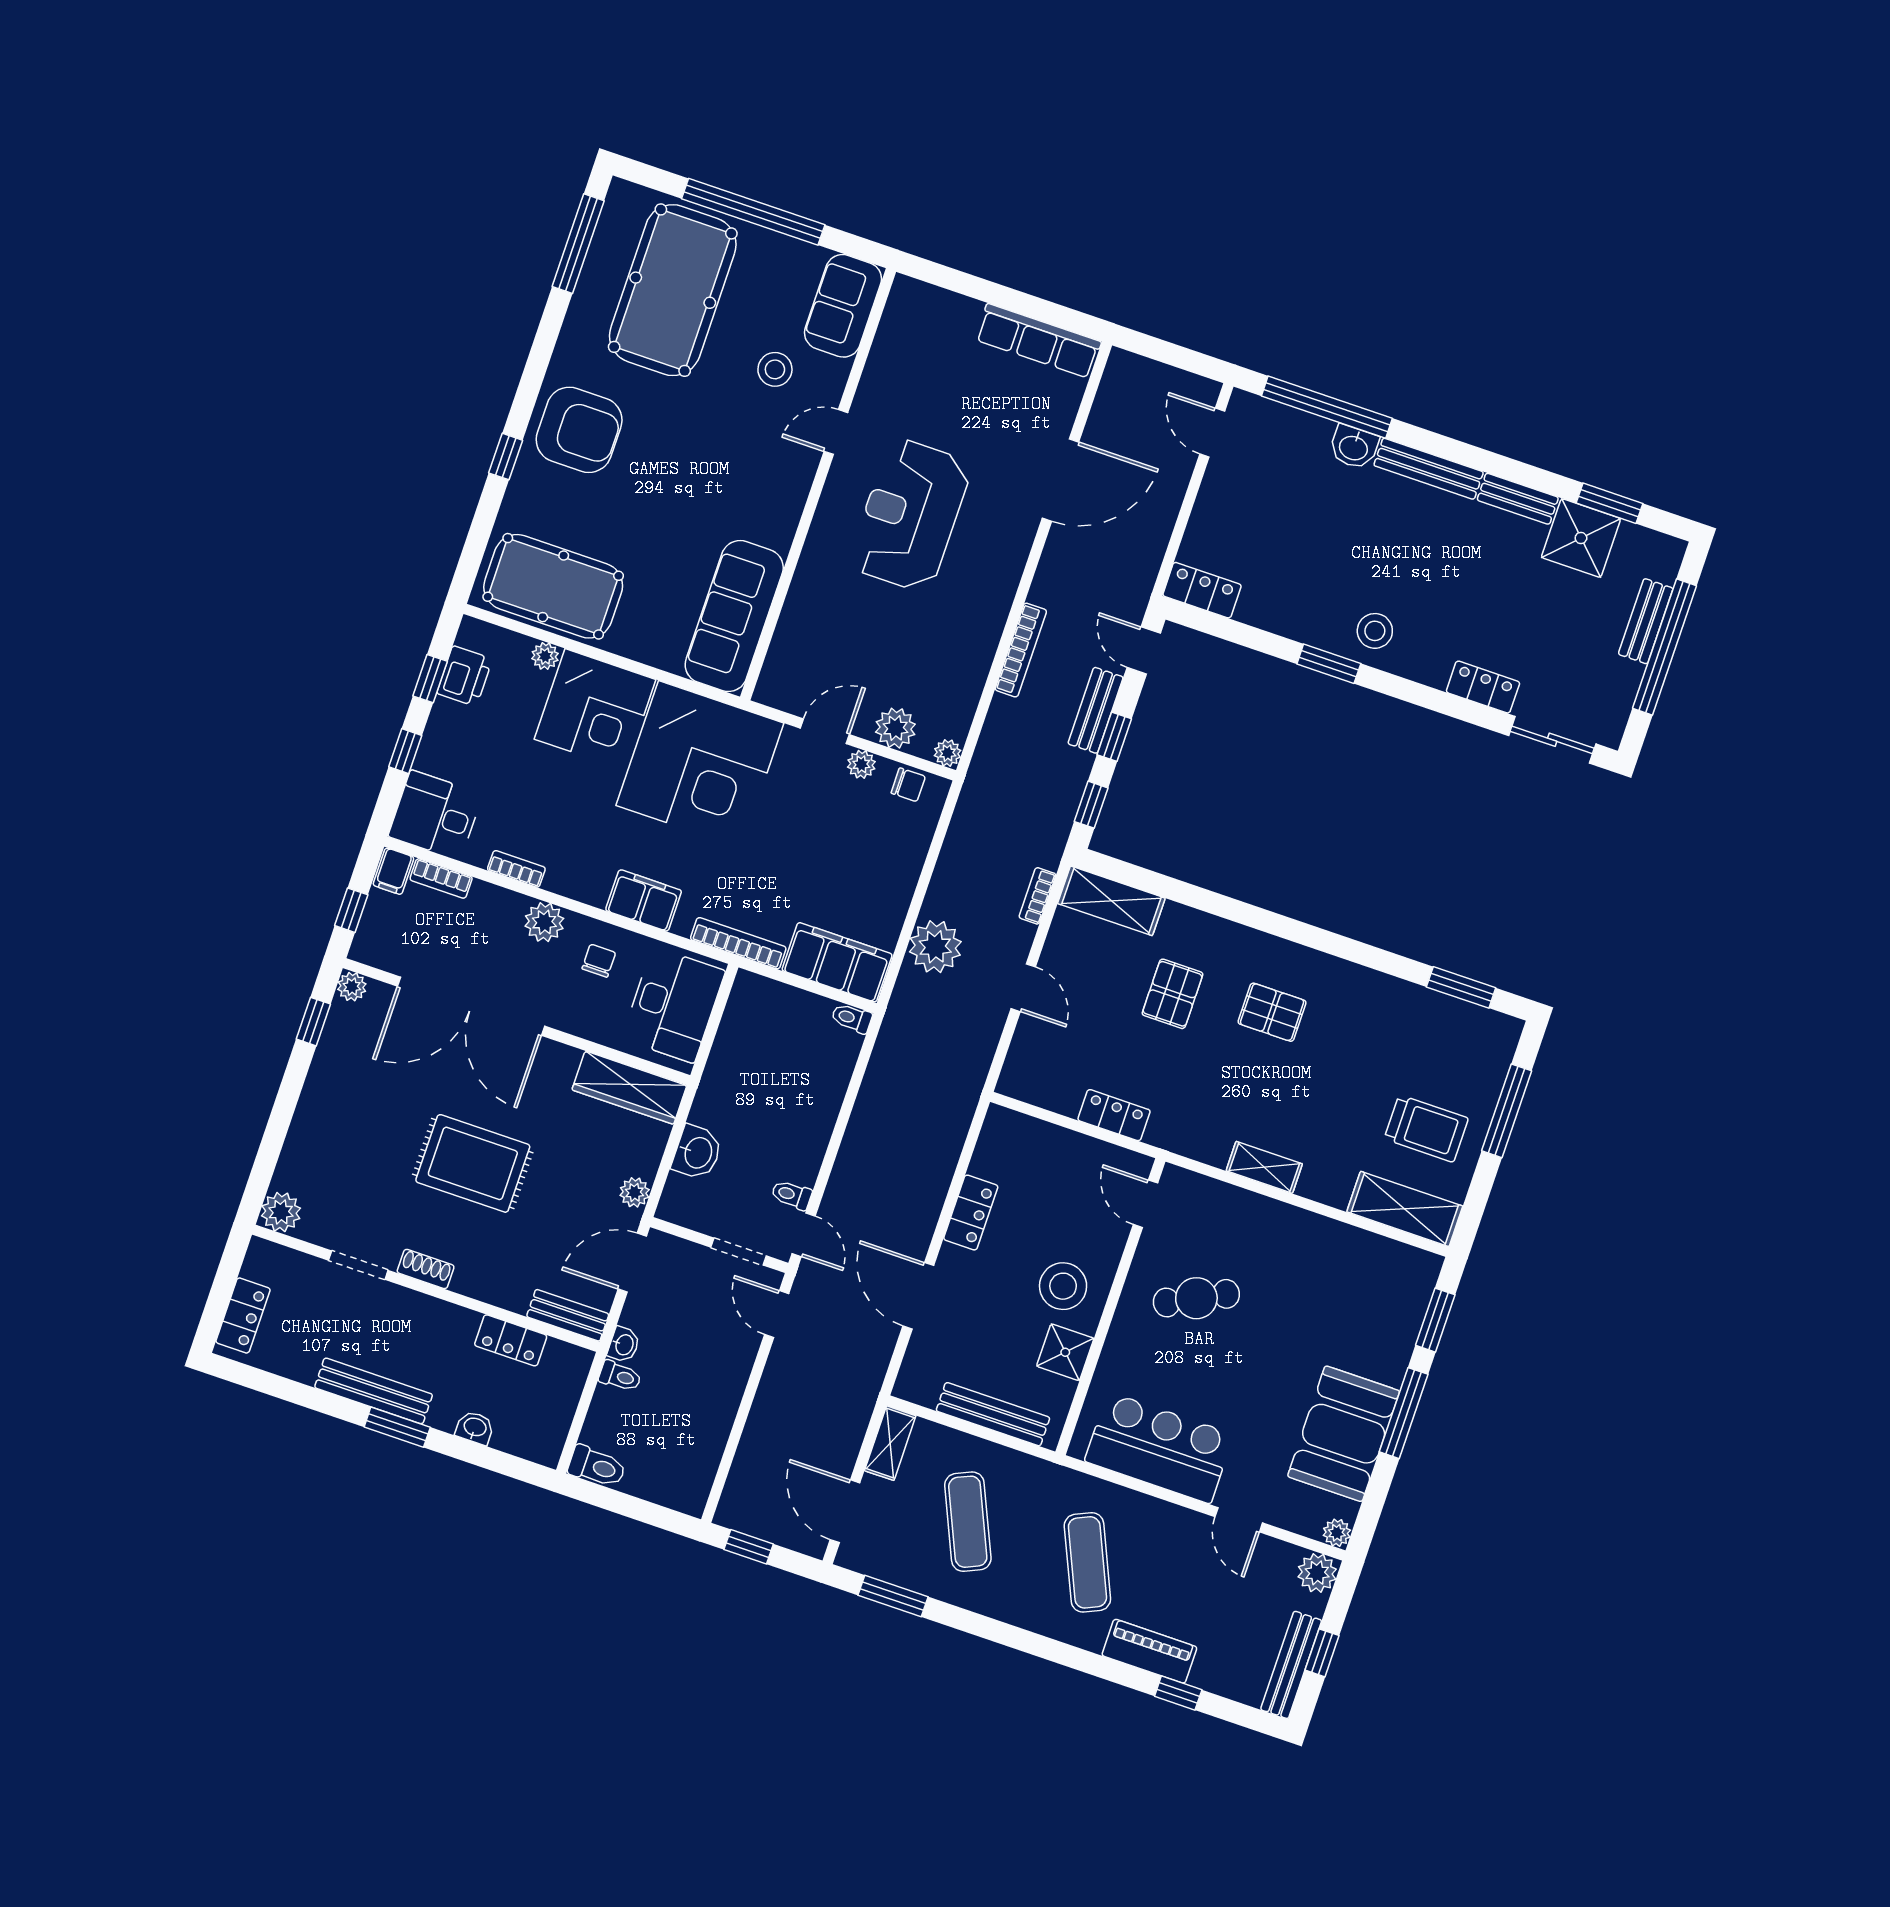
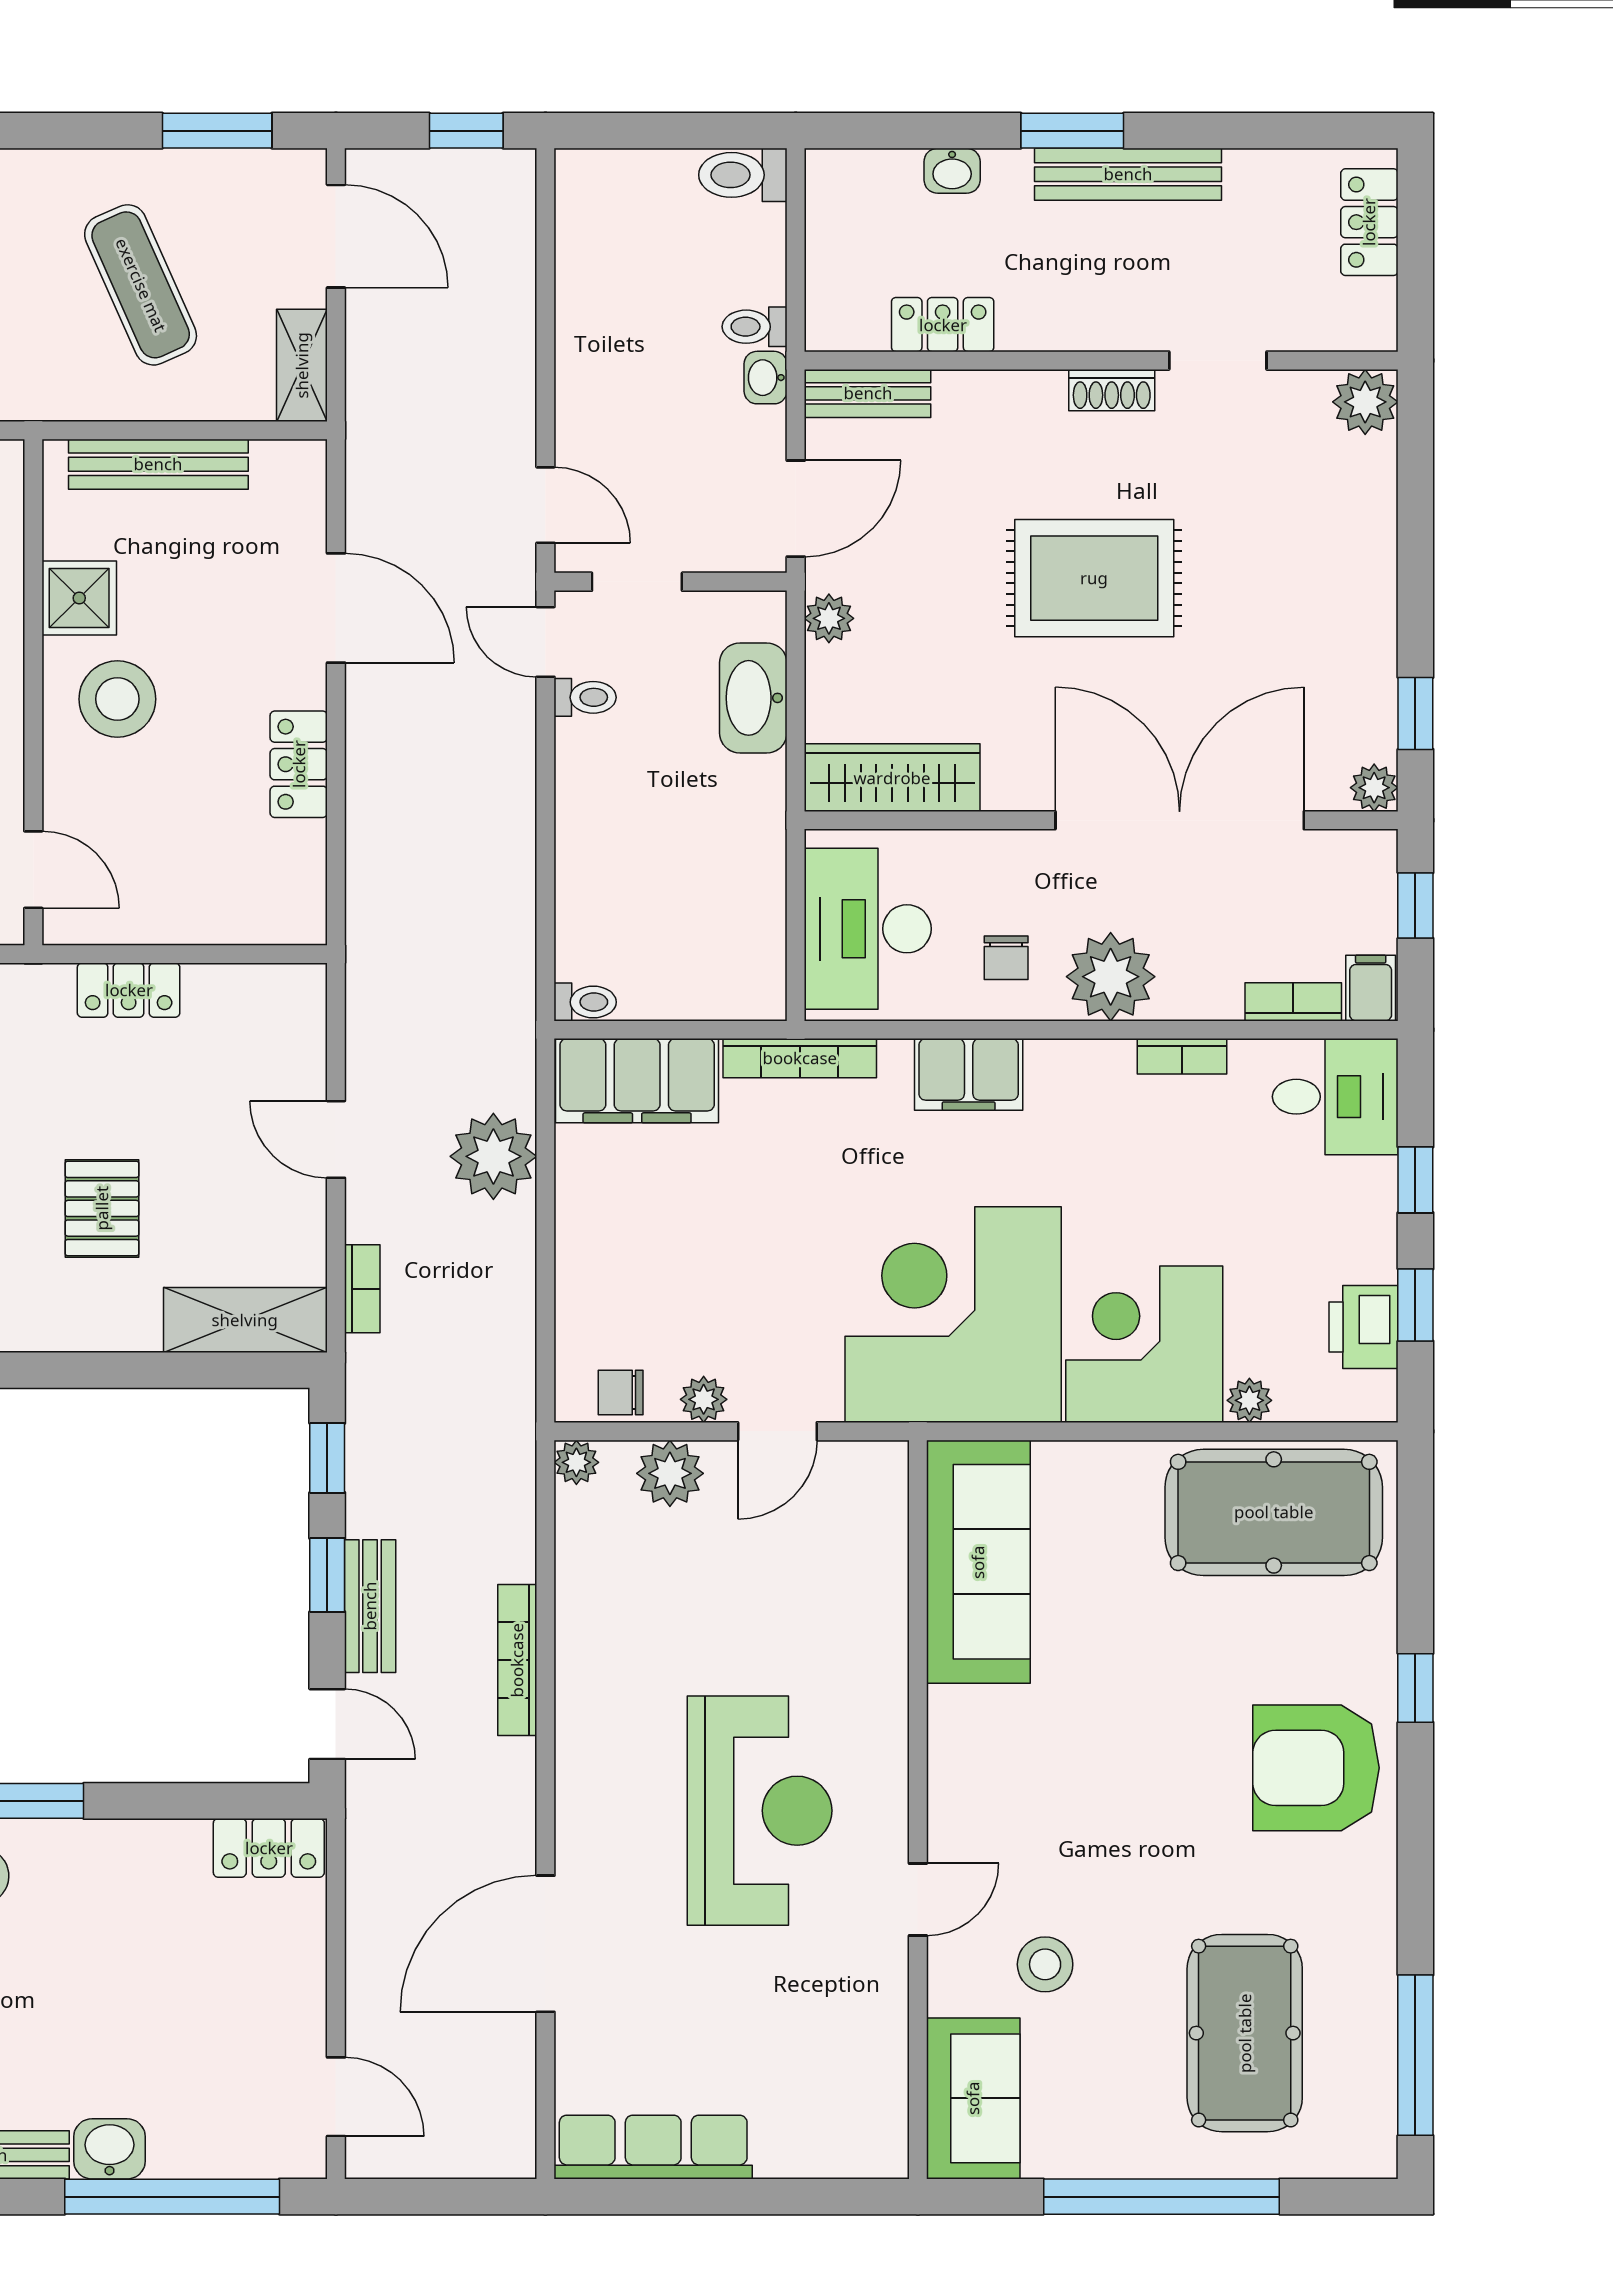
pool table: (673, 290) -> (1245, 2033), width x0.73, depth x0.76
plant: (544, 922) -> (1111, 977), width x1.36, depth x1.36
washbasin: (697, 1152) -> (753, 698), width x1.38

